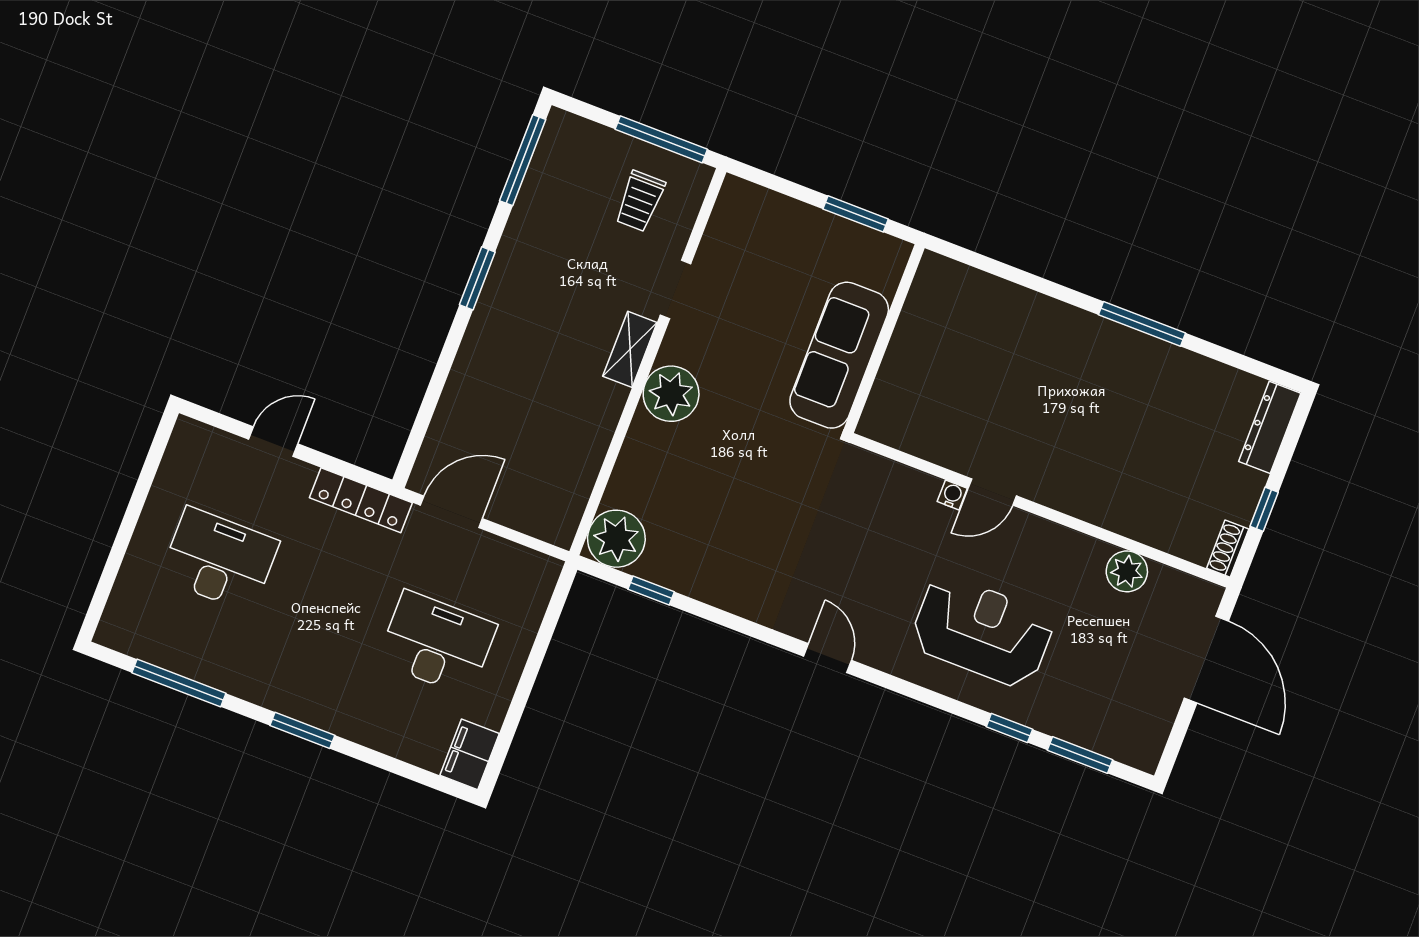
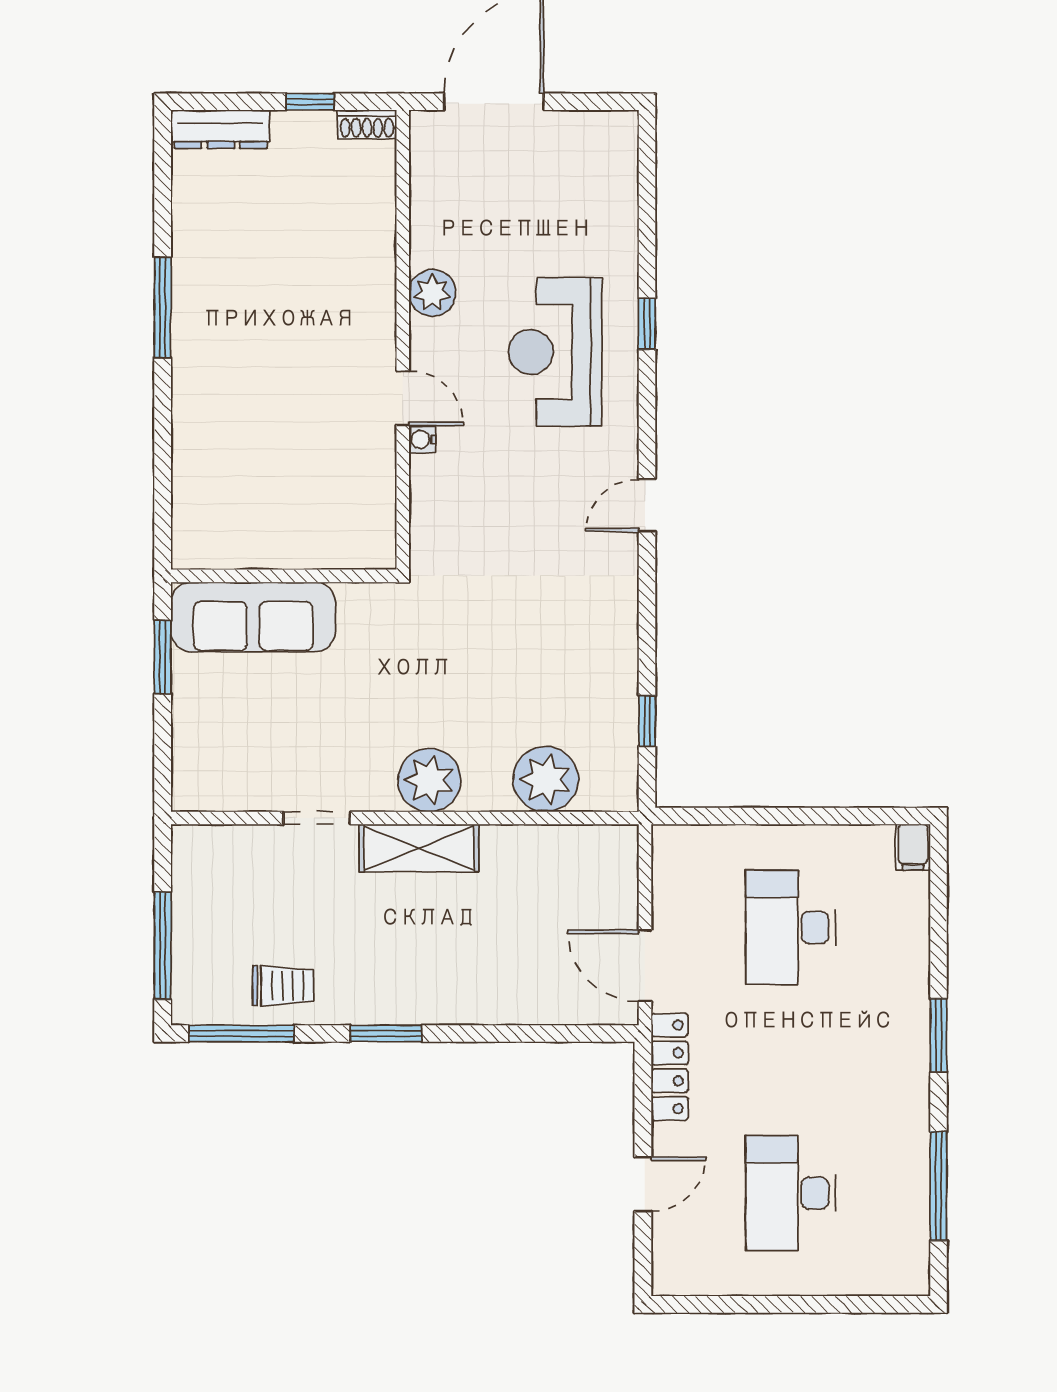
window: (661, 139) -> (163, 946), moved
trolley: (640, 201) -> (283, 986), moved
shelving: (630, 349) -> (419, 848), width x1.50, depth x1.33
sofa: (839, 355) -> (253, 617), moved
door: (273, 442) -> (643, 1184), swing flipped
plant: (616, 539) -> (546, 779), moved
plant: (1127, 571) -> (432, 293), moved
window: (1009, 728) -> (647, 324), moved
filing cabinet: (470, 754) -> (913, 847), width x0.50
window: (1080, 755) -> (647, 197), removed

